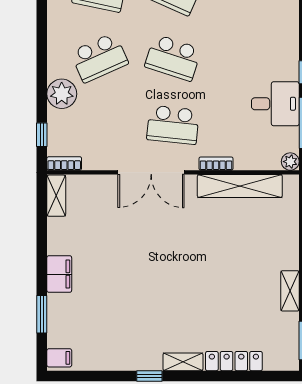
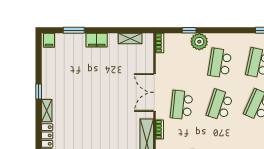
school desk: (99, 58) -> (220, 63), turned 33
window: (42, 135) -> (189, 30), moved
shelving: (56, 196) -> (130, 39), moved

